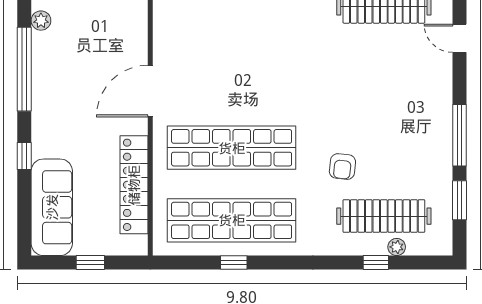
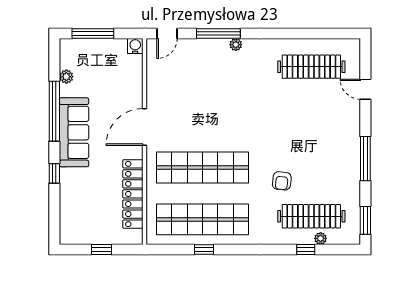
window: (459, 200) -> (365, 220), moved
sofa: (52, 207) -> (74, 132), moved

